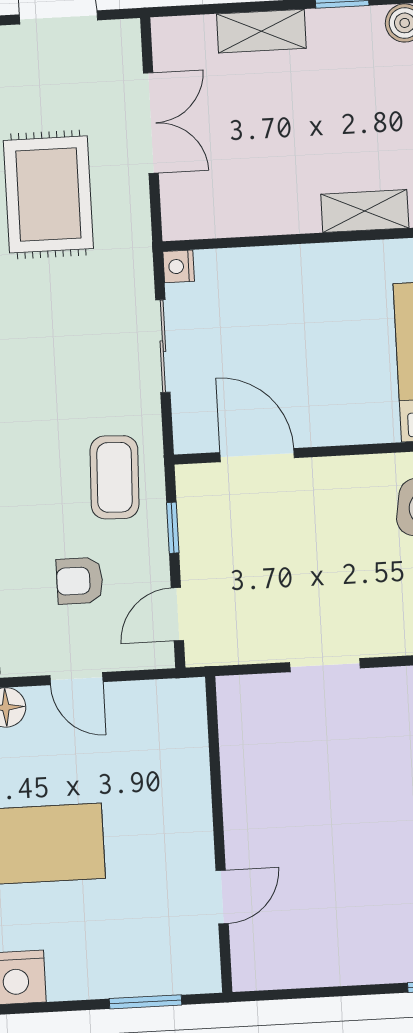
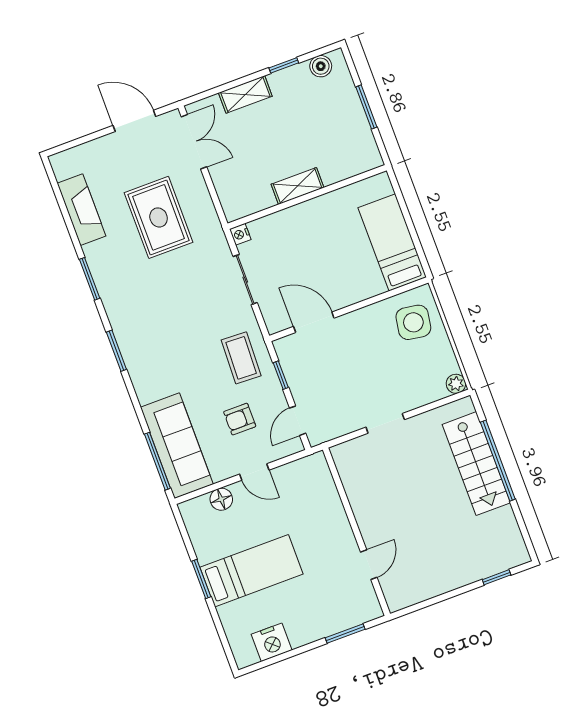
double door: (151, 123) -> (194, 142), moved
shelving: (365, 211) -> (298, 186), moved

